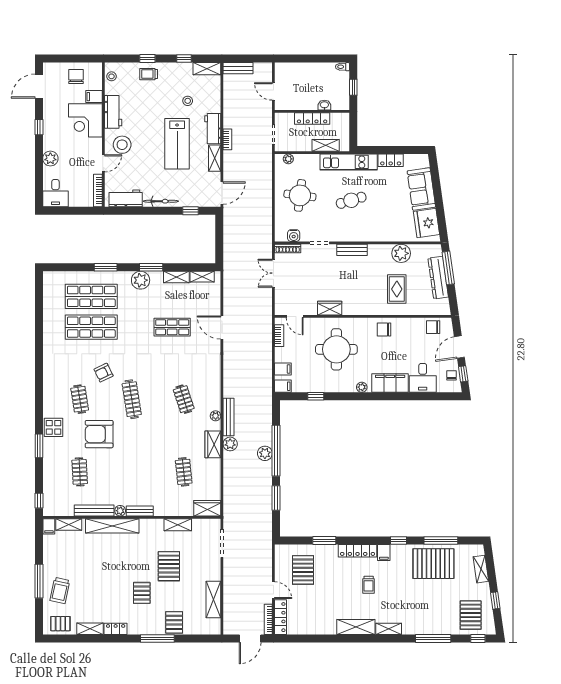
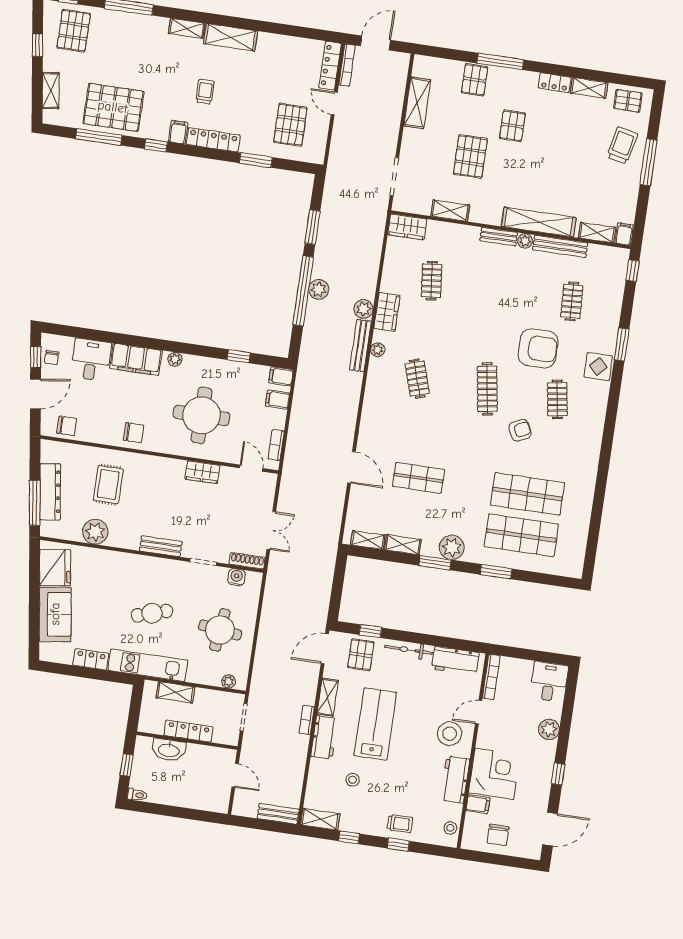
washbasin: (324, 105) -> (169, 750), width x1.91, depth x1.45
pallet: (195, 193) -> (361, 655), added

